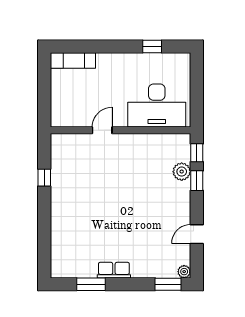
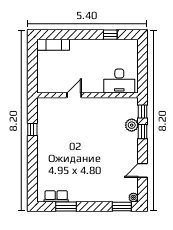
desk: (157, 106) -> (119, 81), width x0.73, depth x0.77
row of seats: (114, 270) -> (56, 196), moved

